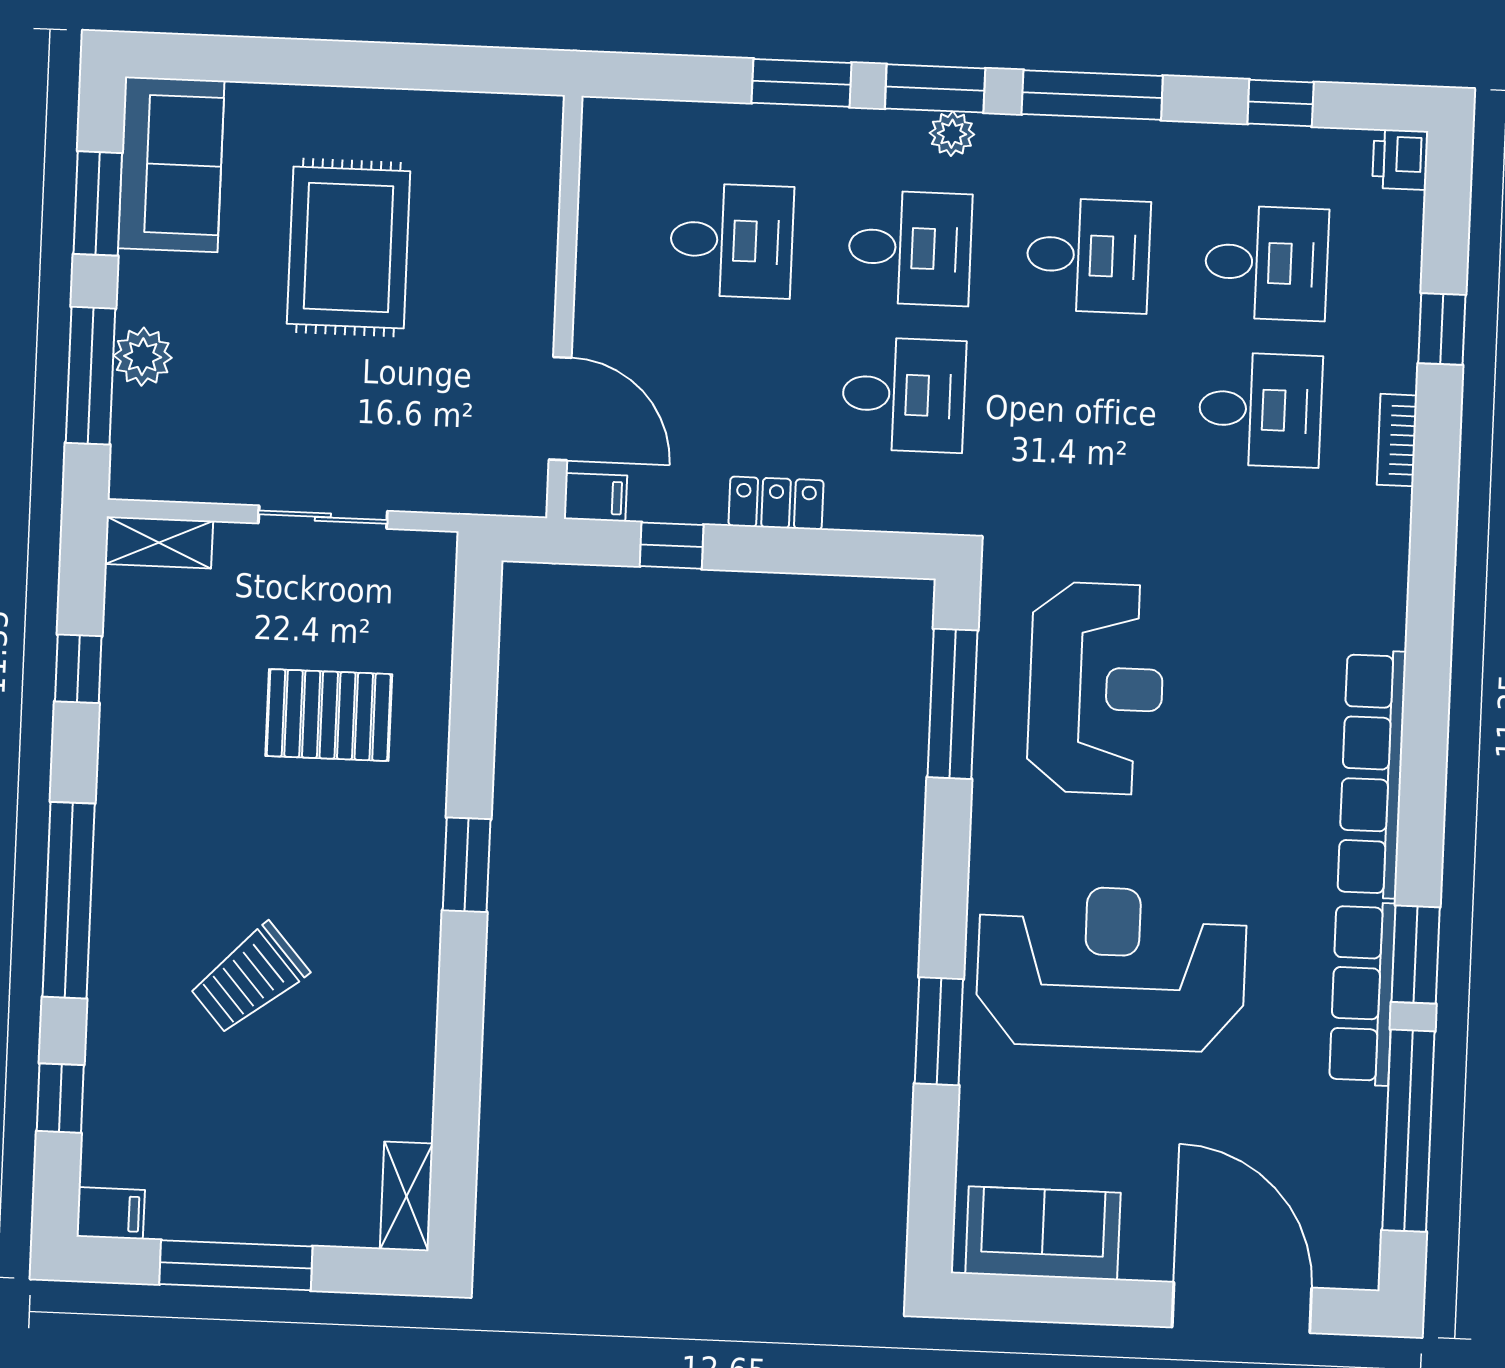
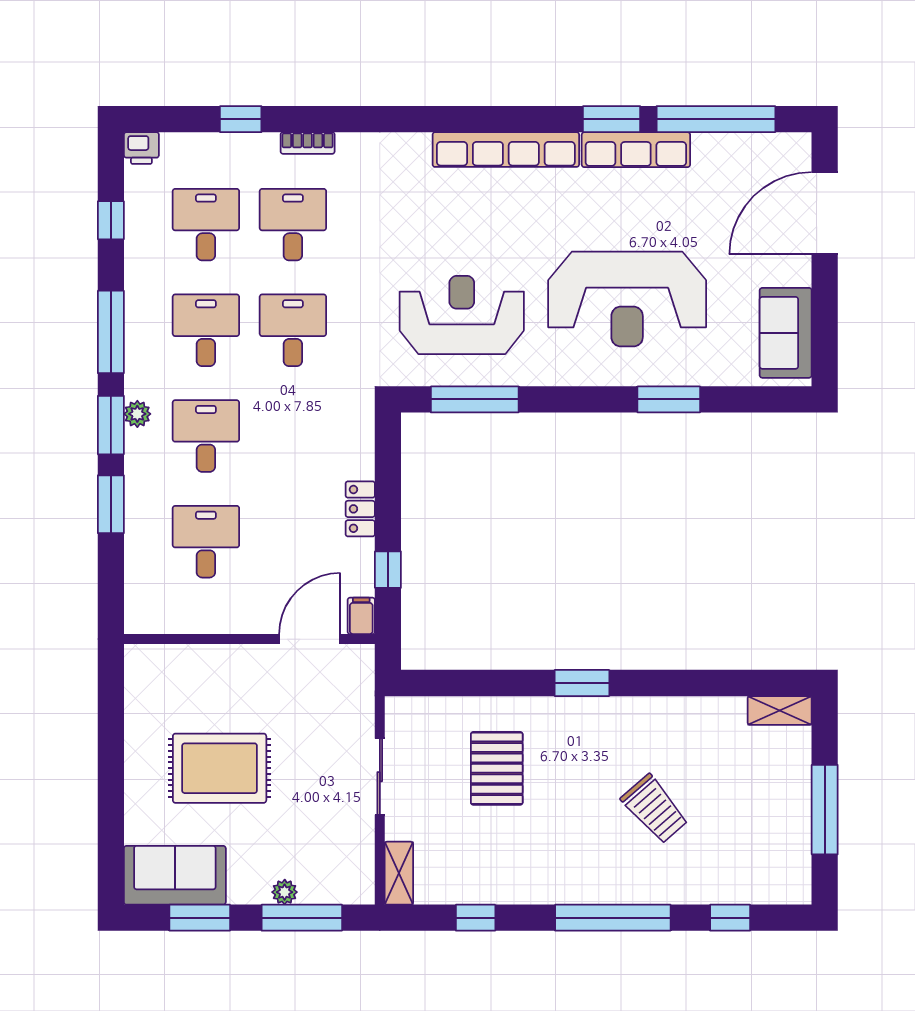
plant: (143, 357) -> (285, 892), width x0.73, depth x0.73
desk: (904, 395) -> (293, 330), moved
reception desk: (1111, 968) -> (627, 299), turned -90
filing cabinet: (111, 1213) -> (797, 885), removed

